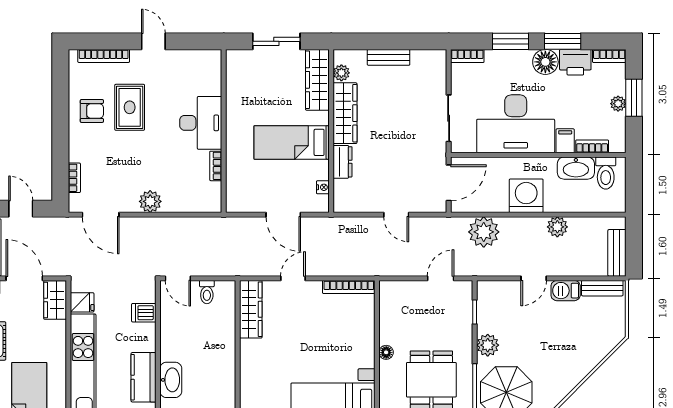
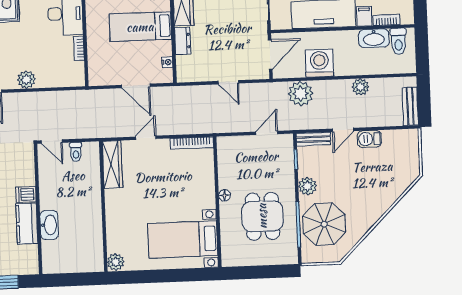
washing machine: (526, 196) -> (319, 63), moved
bench: (602, 288) -> (313, 139), moved
dishwasher: (144, 313) -> (26, 194), moved

